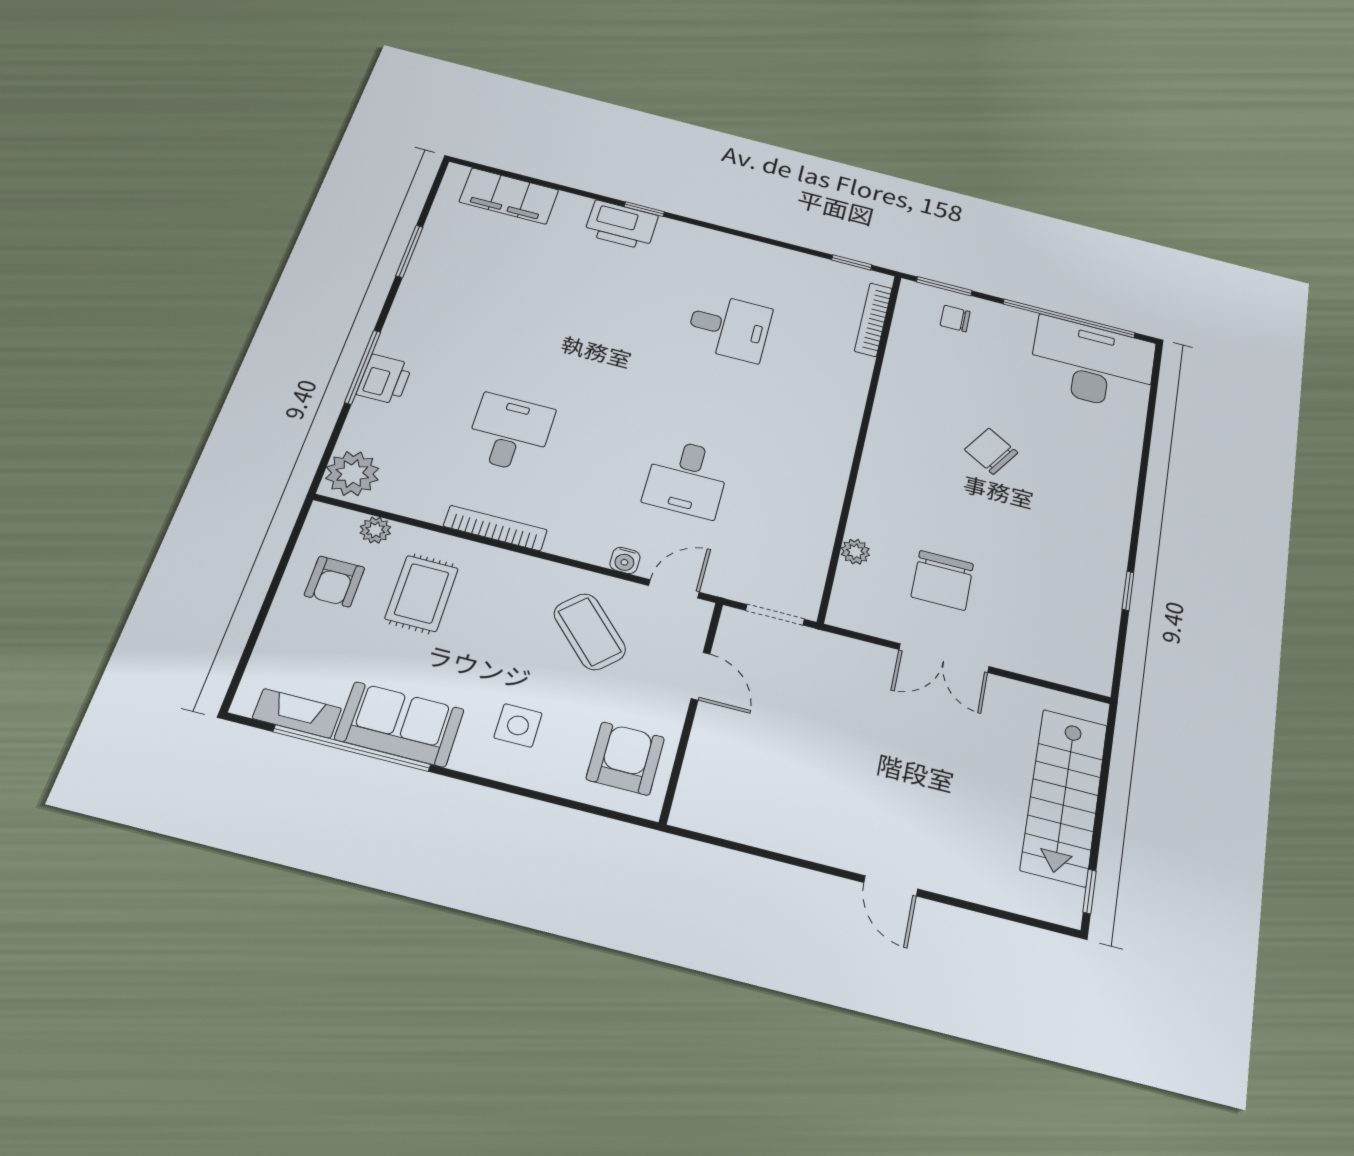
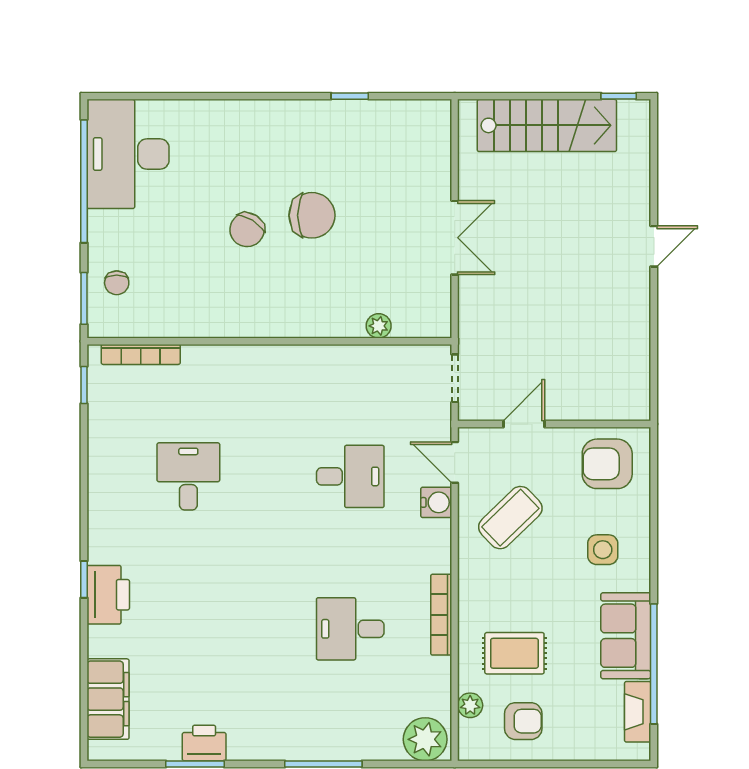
printer: (385, 379) -> (204, 743), moved
water cooler: (625, 560) -> (436, 502), width x1.38, depth x1.38
chair: (942, 580) -> (312, 215), moved

